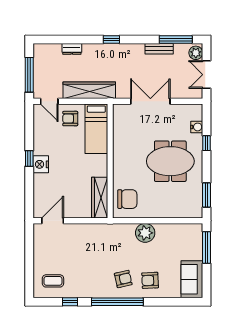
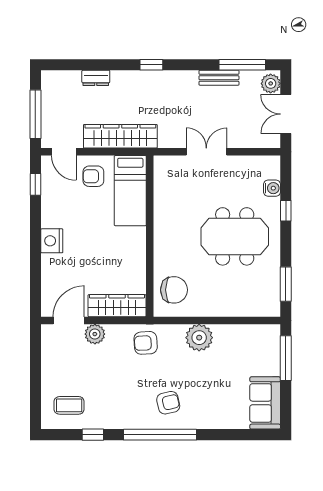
double door: (150, 101) -> (206, 152), width x0.73
window: (29, 159) -> (35, 184), moved
wardrobe: (100, 198) -> (117, 306), moved, turned 90
plant: (71, 230) -> (95, 334), added
armchair: (150, 280) -> (146, 343), moved

